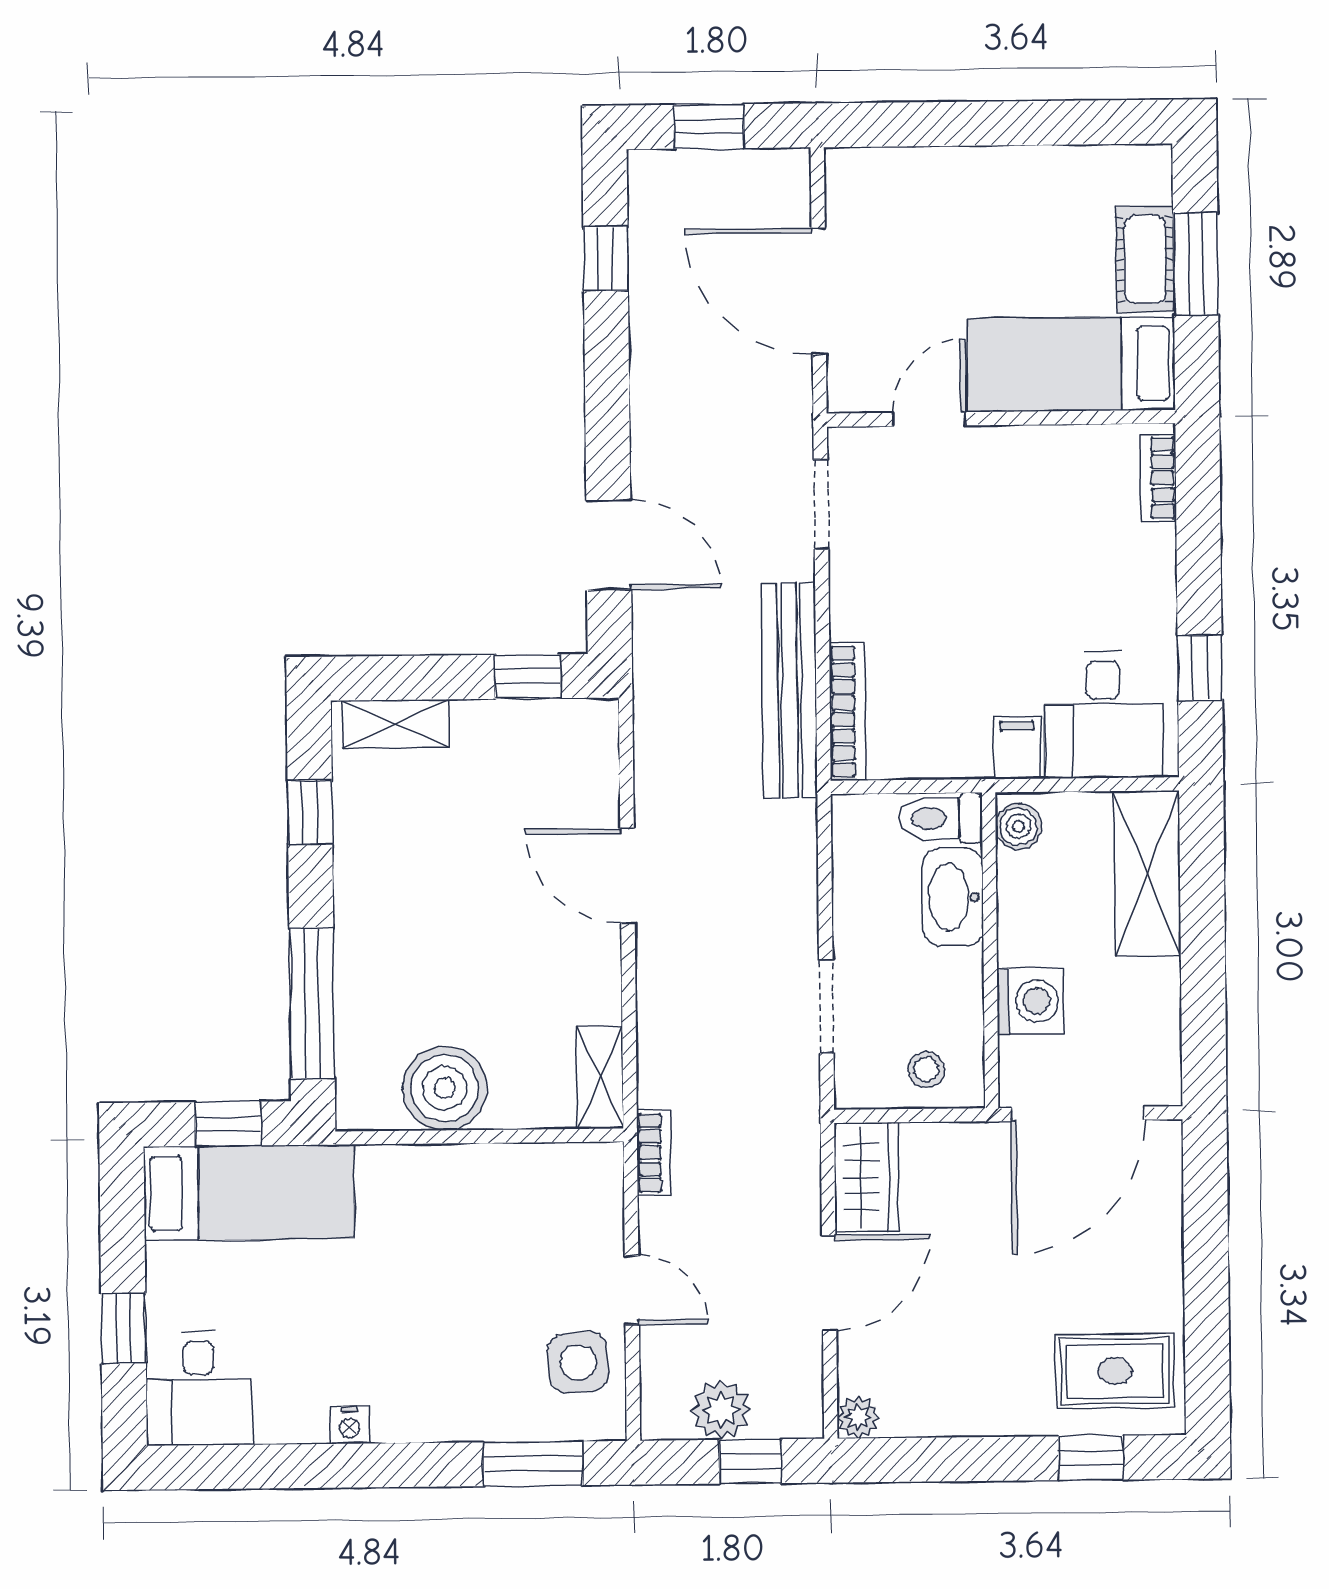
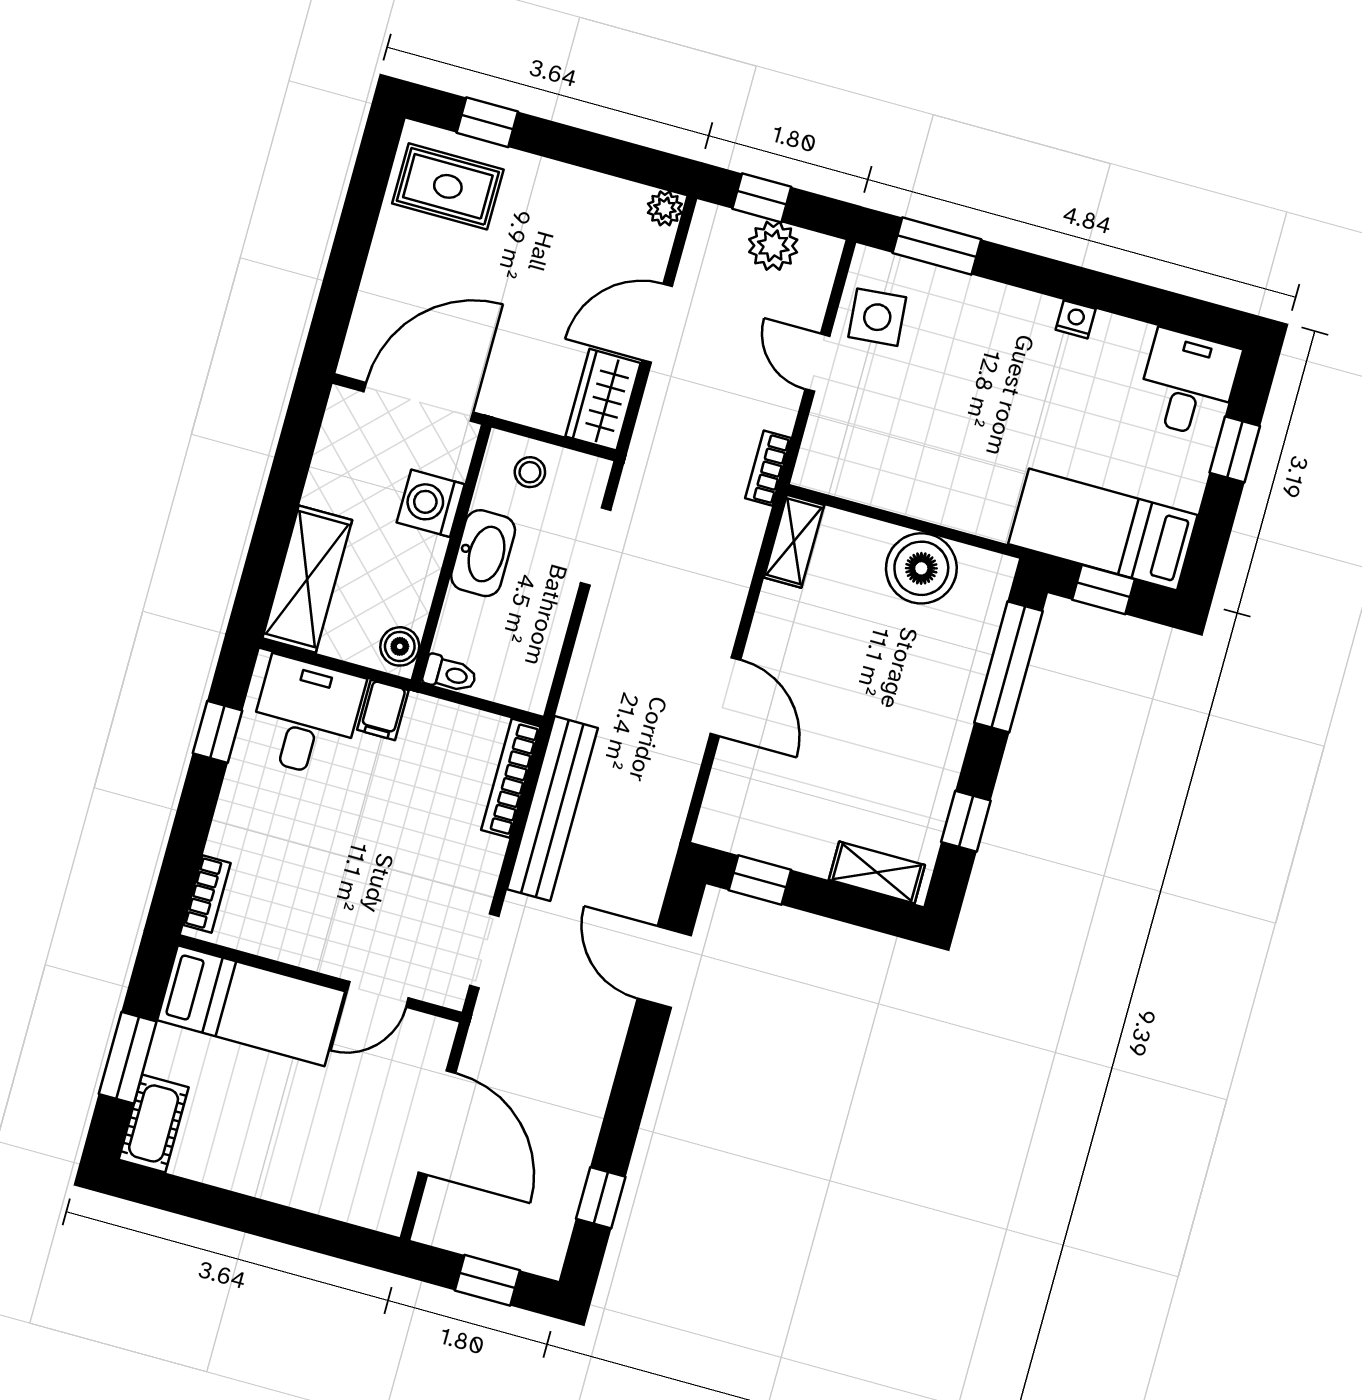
cot: (1145, 260) -> (154, 1123), moved
toilet: (940, 818) -> (450, 674), width x0.73, depth x0.72
washbasin: (953, 897) -> (483, 553), moved

